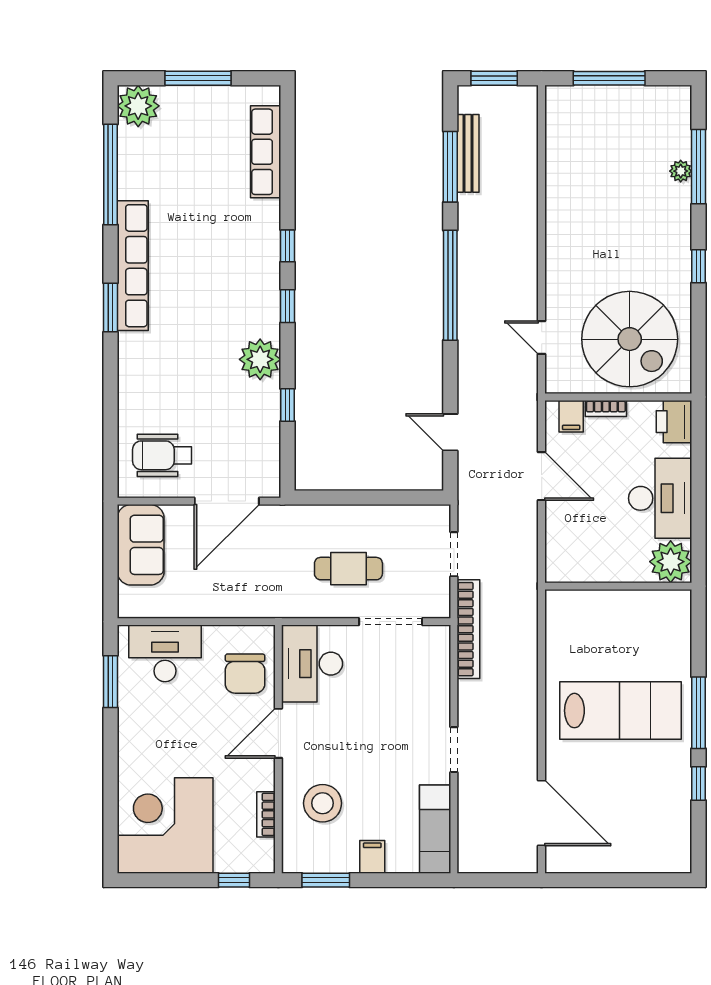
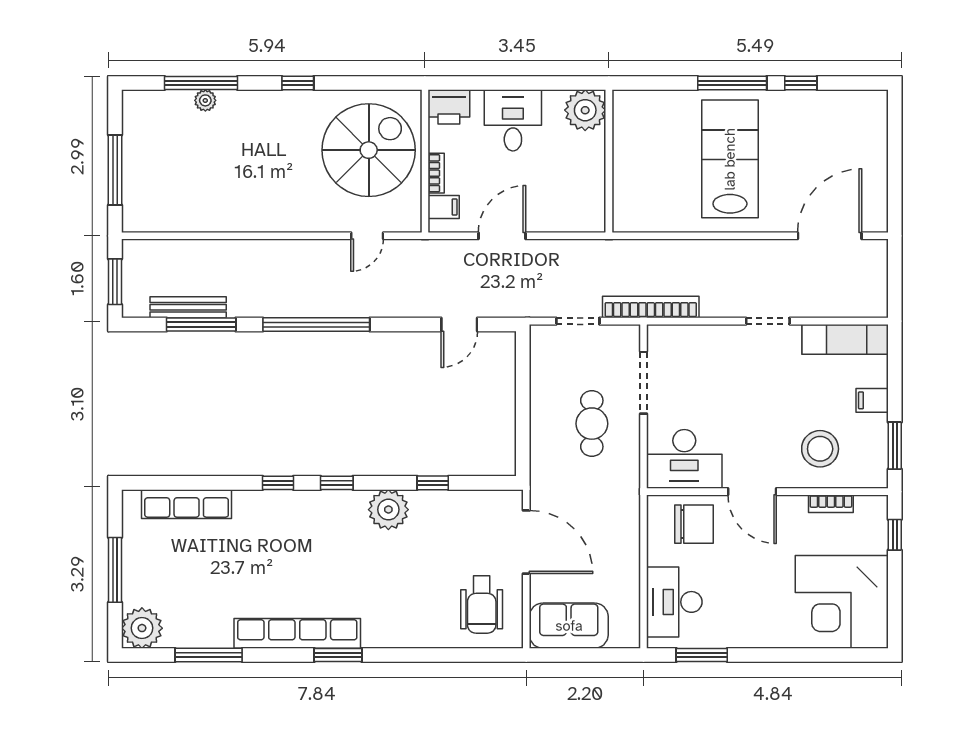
window: (110, 174) -> (209, 655), width x0.68
desk: (660, 498) -> (513, 120), width x0.73

